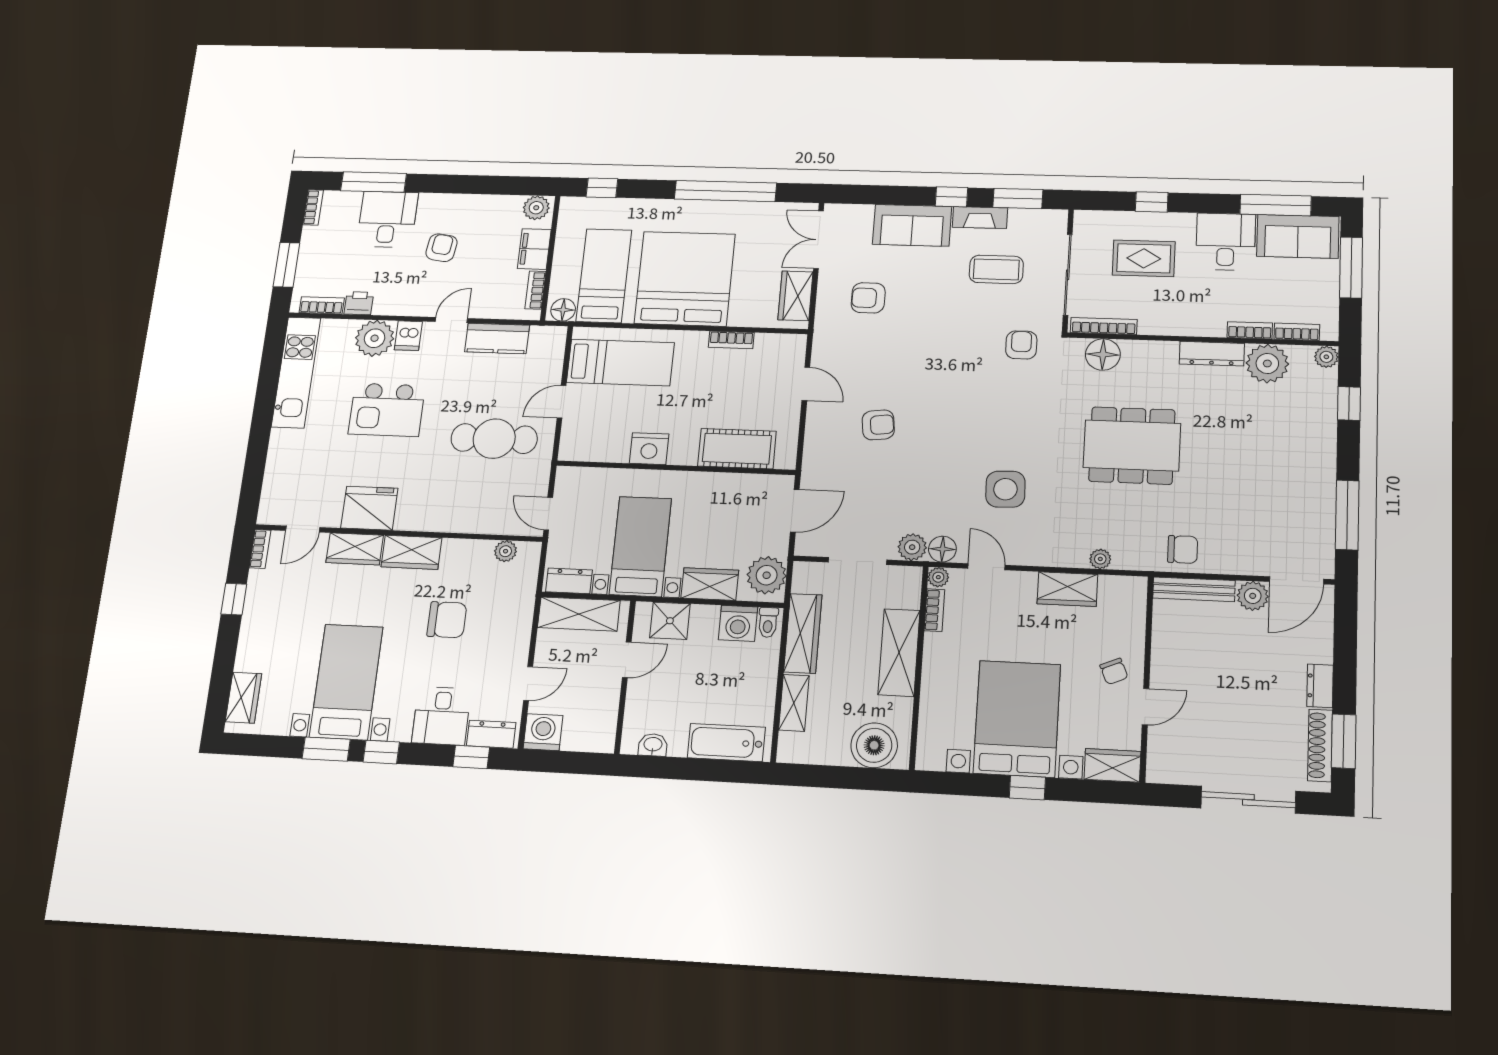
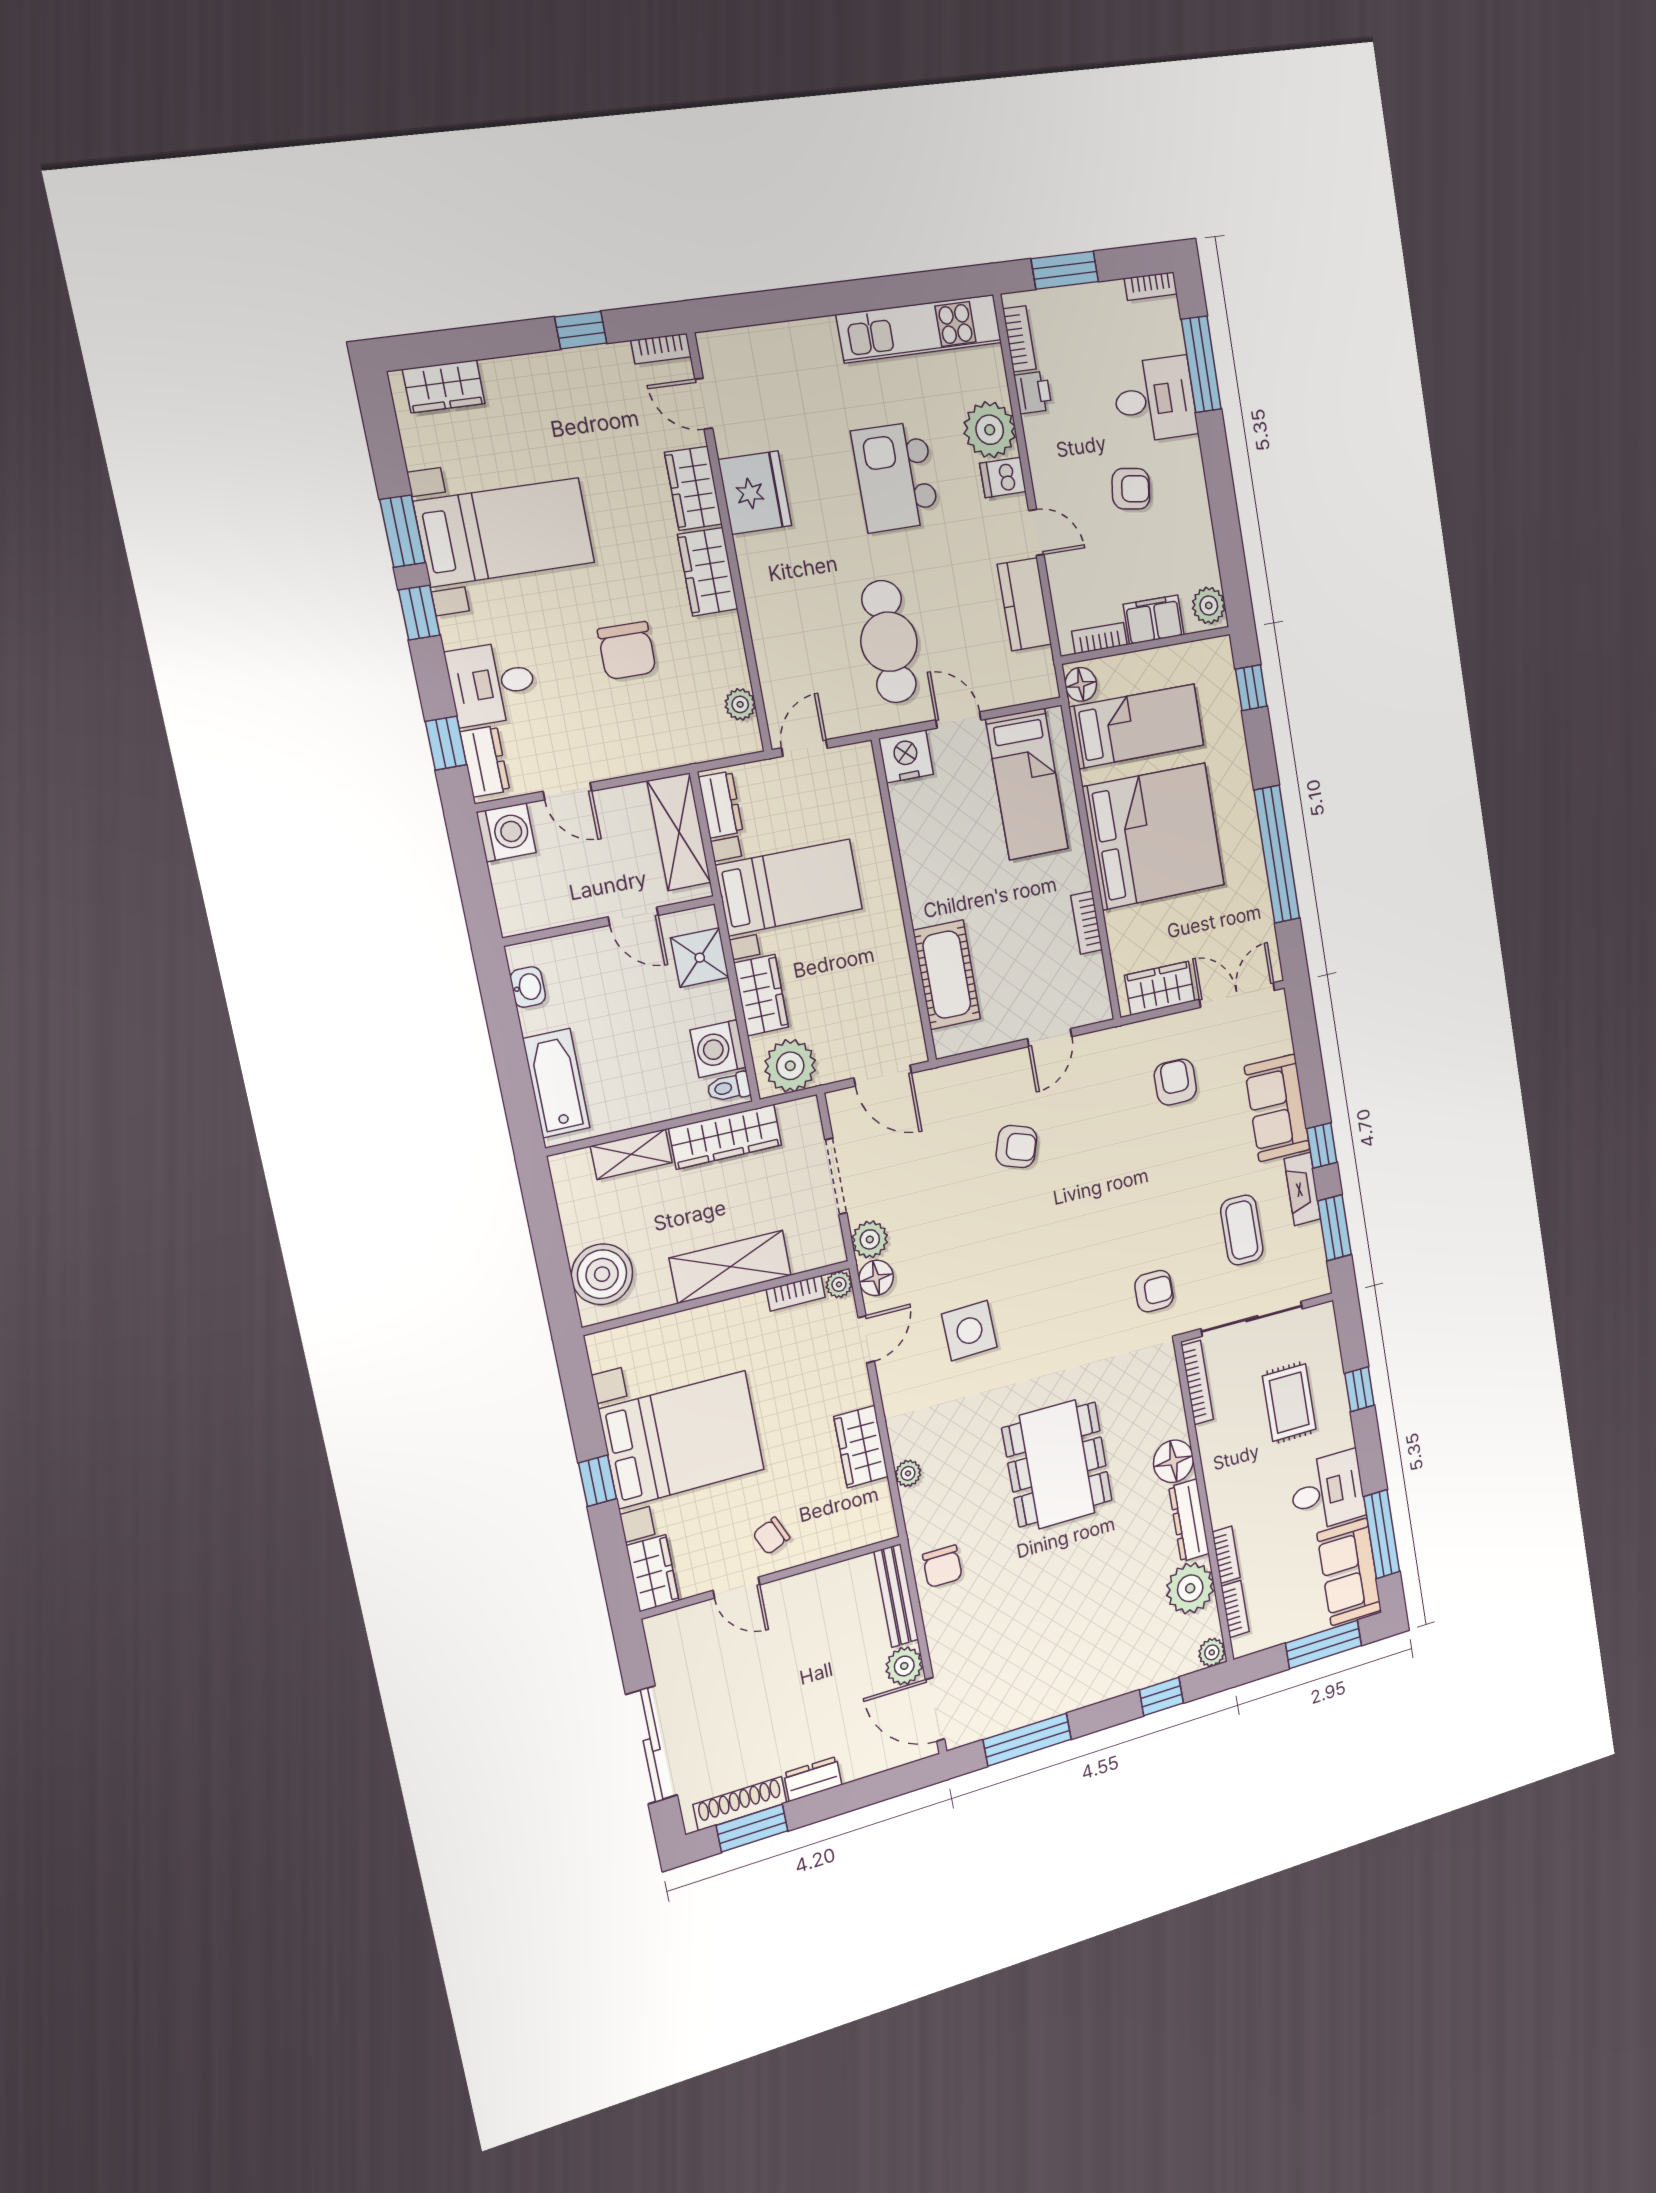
floor lamp: (1103, 355) -> (1173, 1461), moved
armchair: (878, 425) -> (1016, 1147), turned -65
nightstand: (649, 449) -> (906, 756), moved, turned 90

